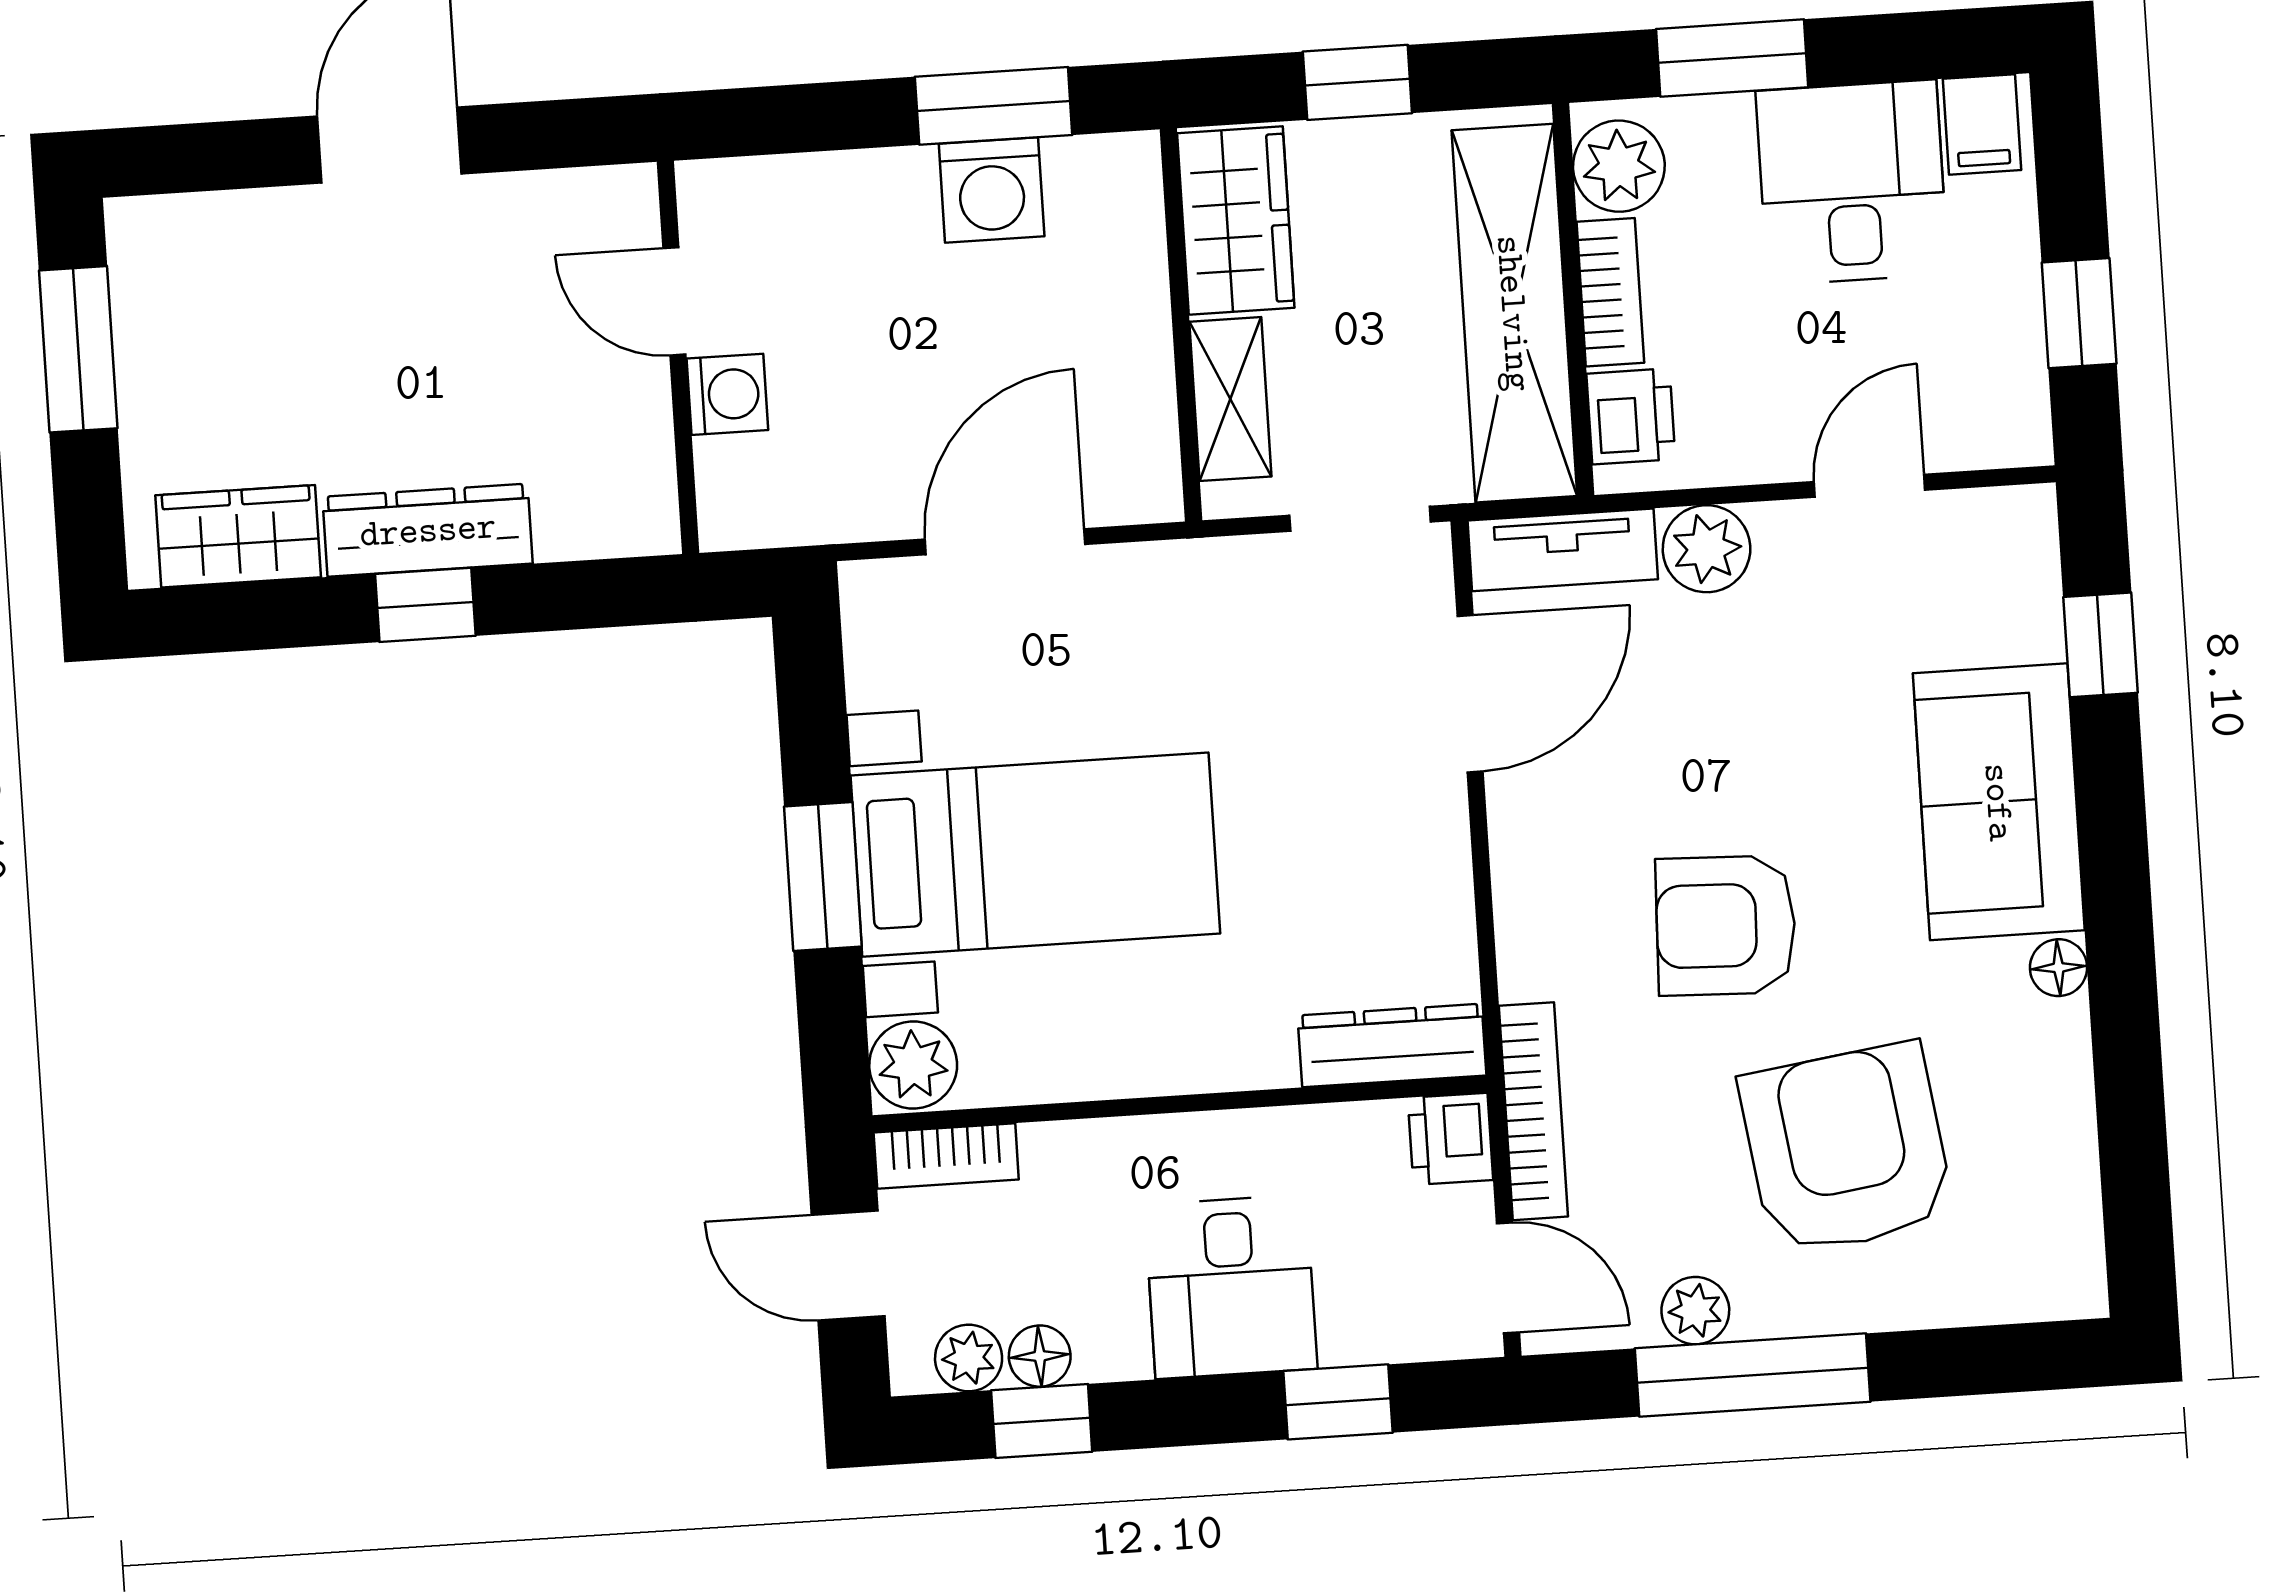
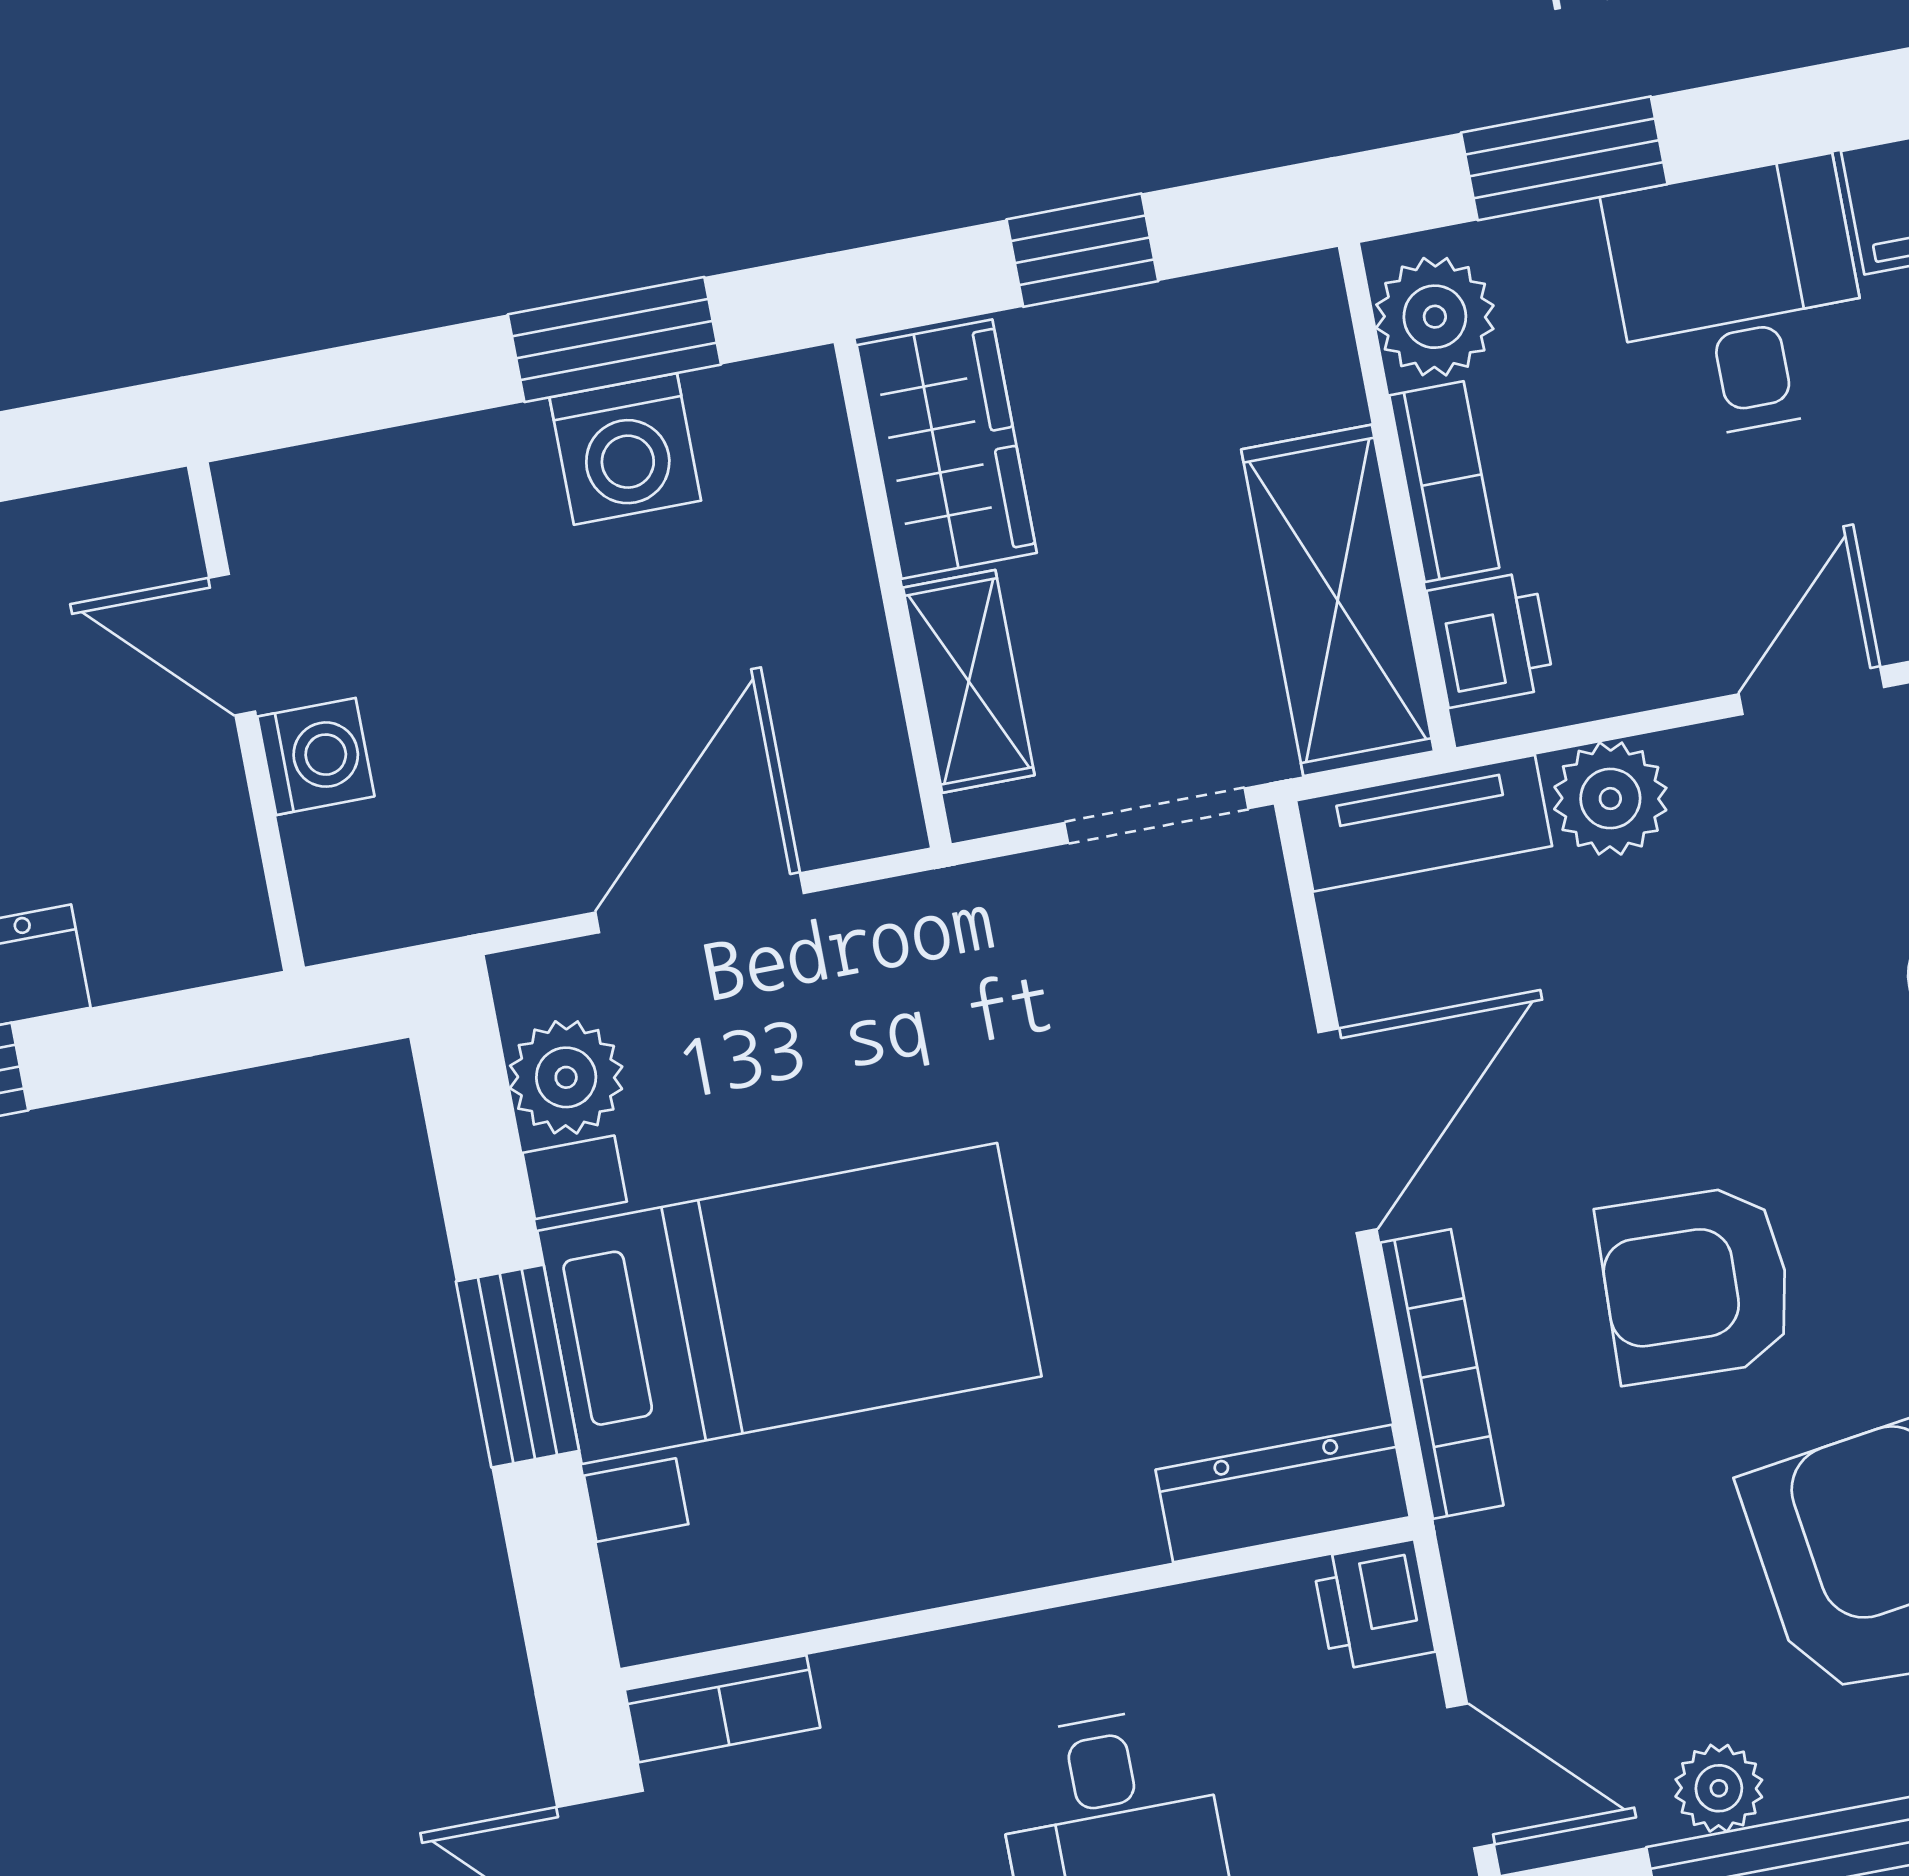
shelving: (1514, 313) -> (1338, 600), width x0.68
door: (1470, 694) -> (1347, 1131), moved
plant: (913, 1065) -> (566, 1077), moved
bookcase: (1533, 1111) -> (1442, 1374), moved

